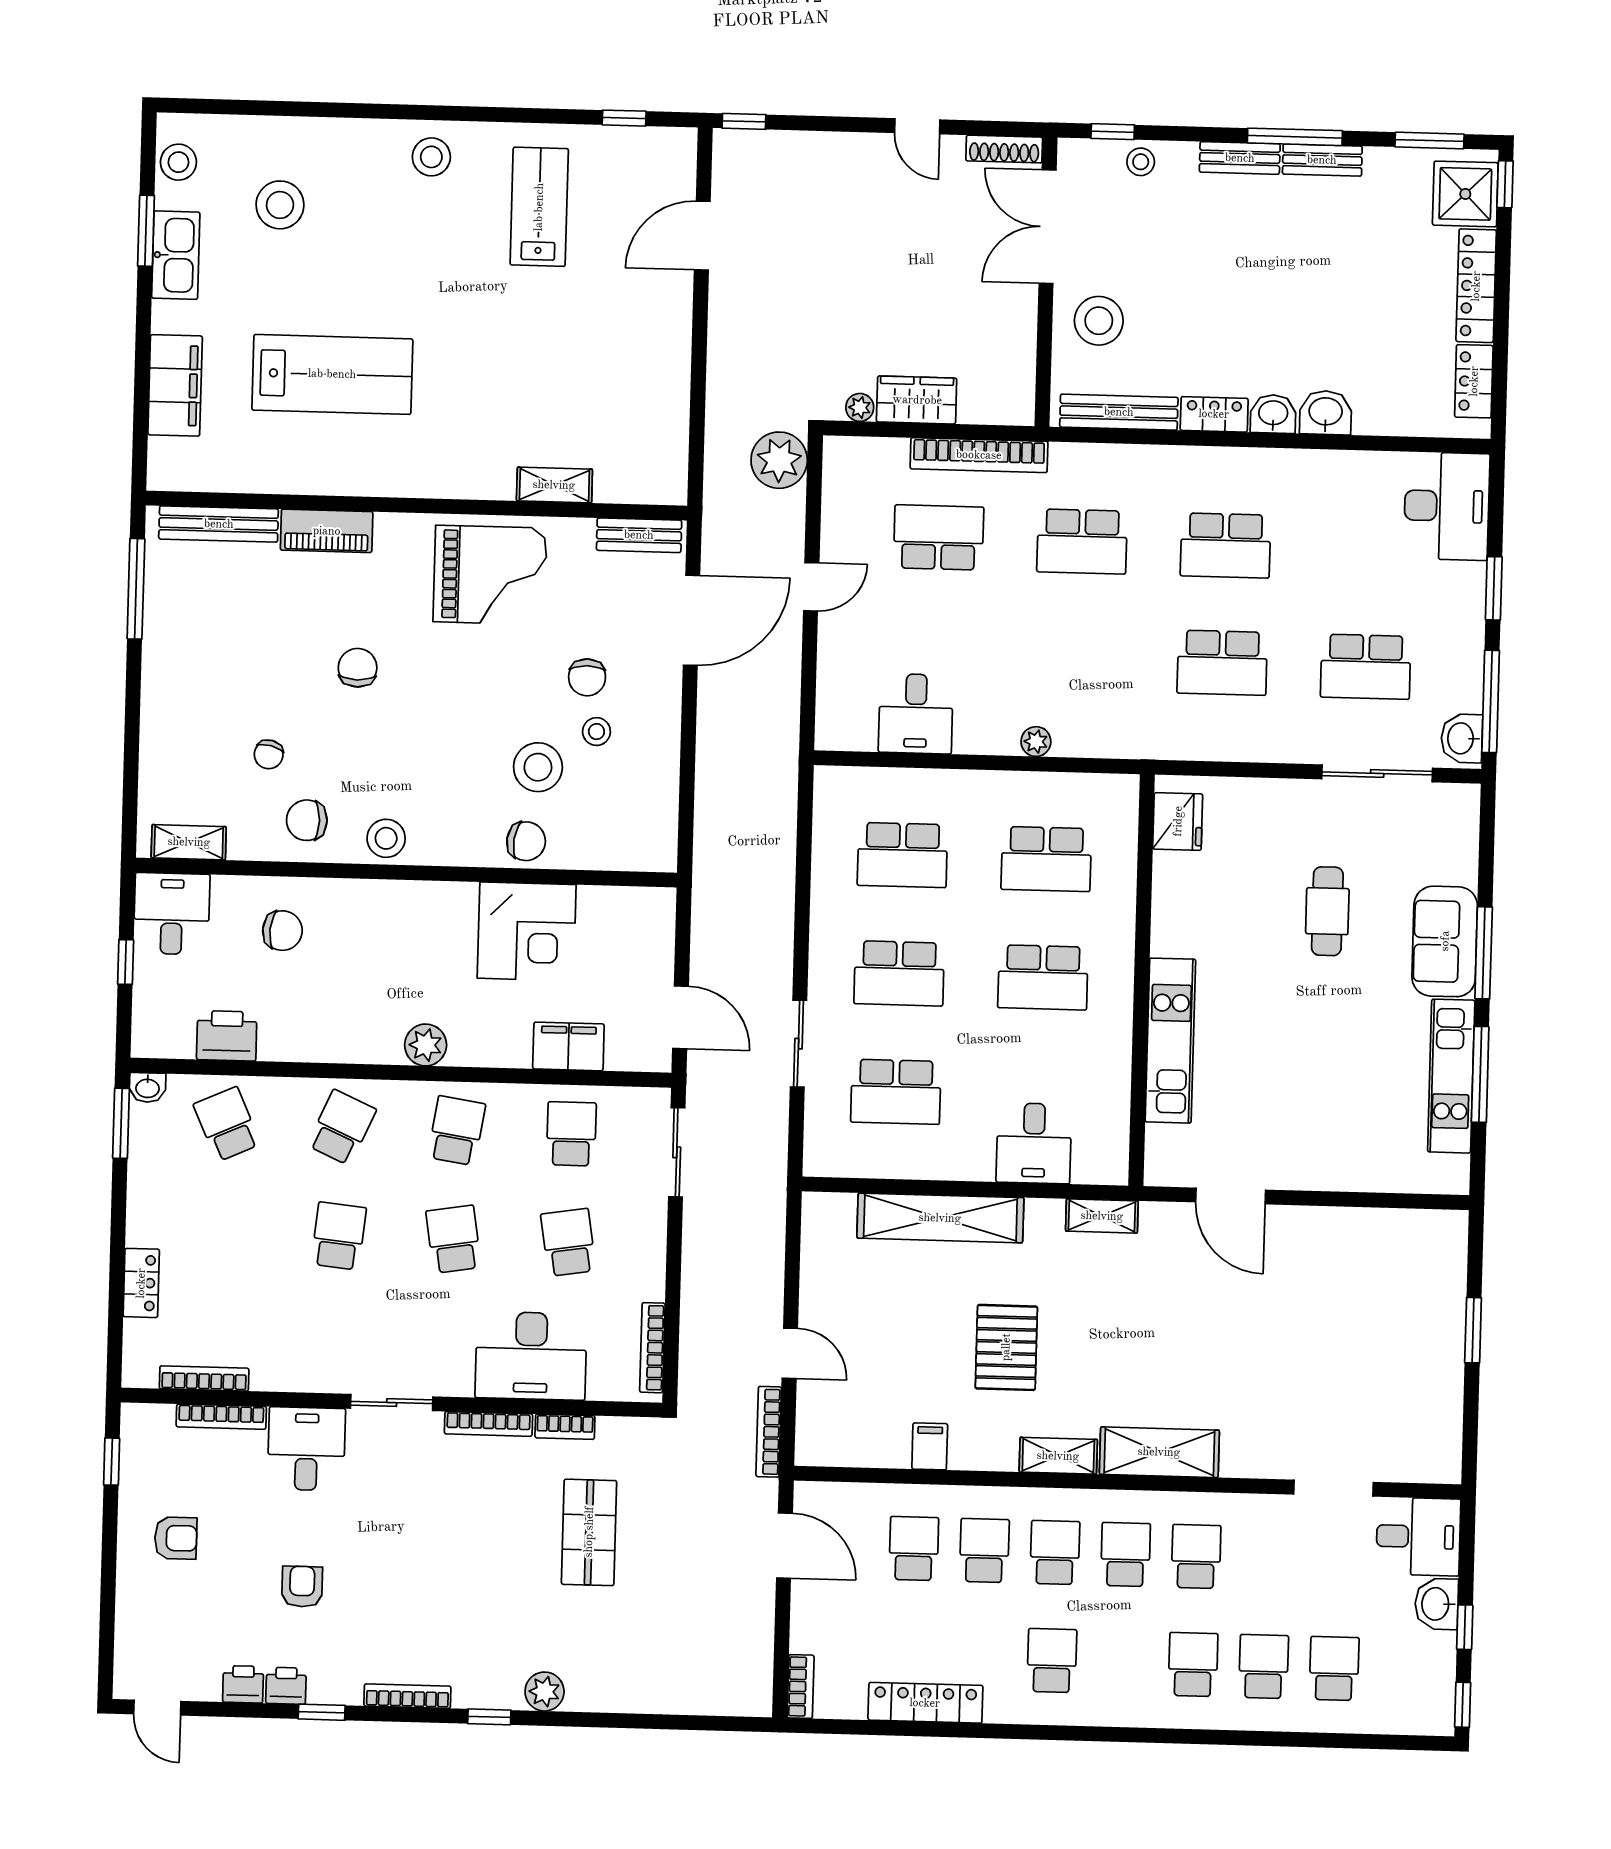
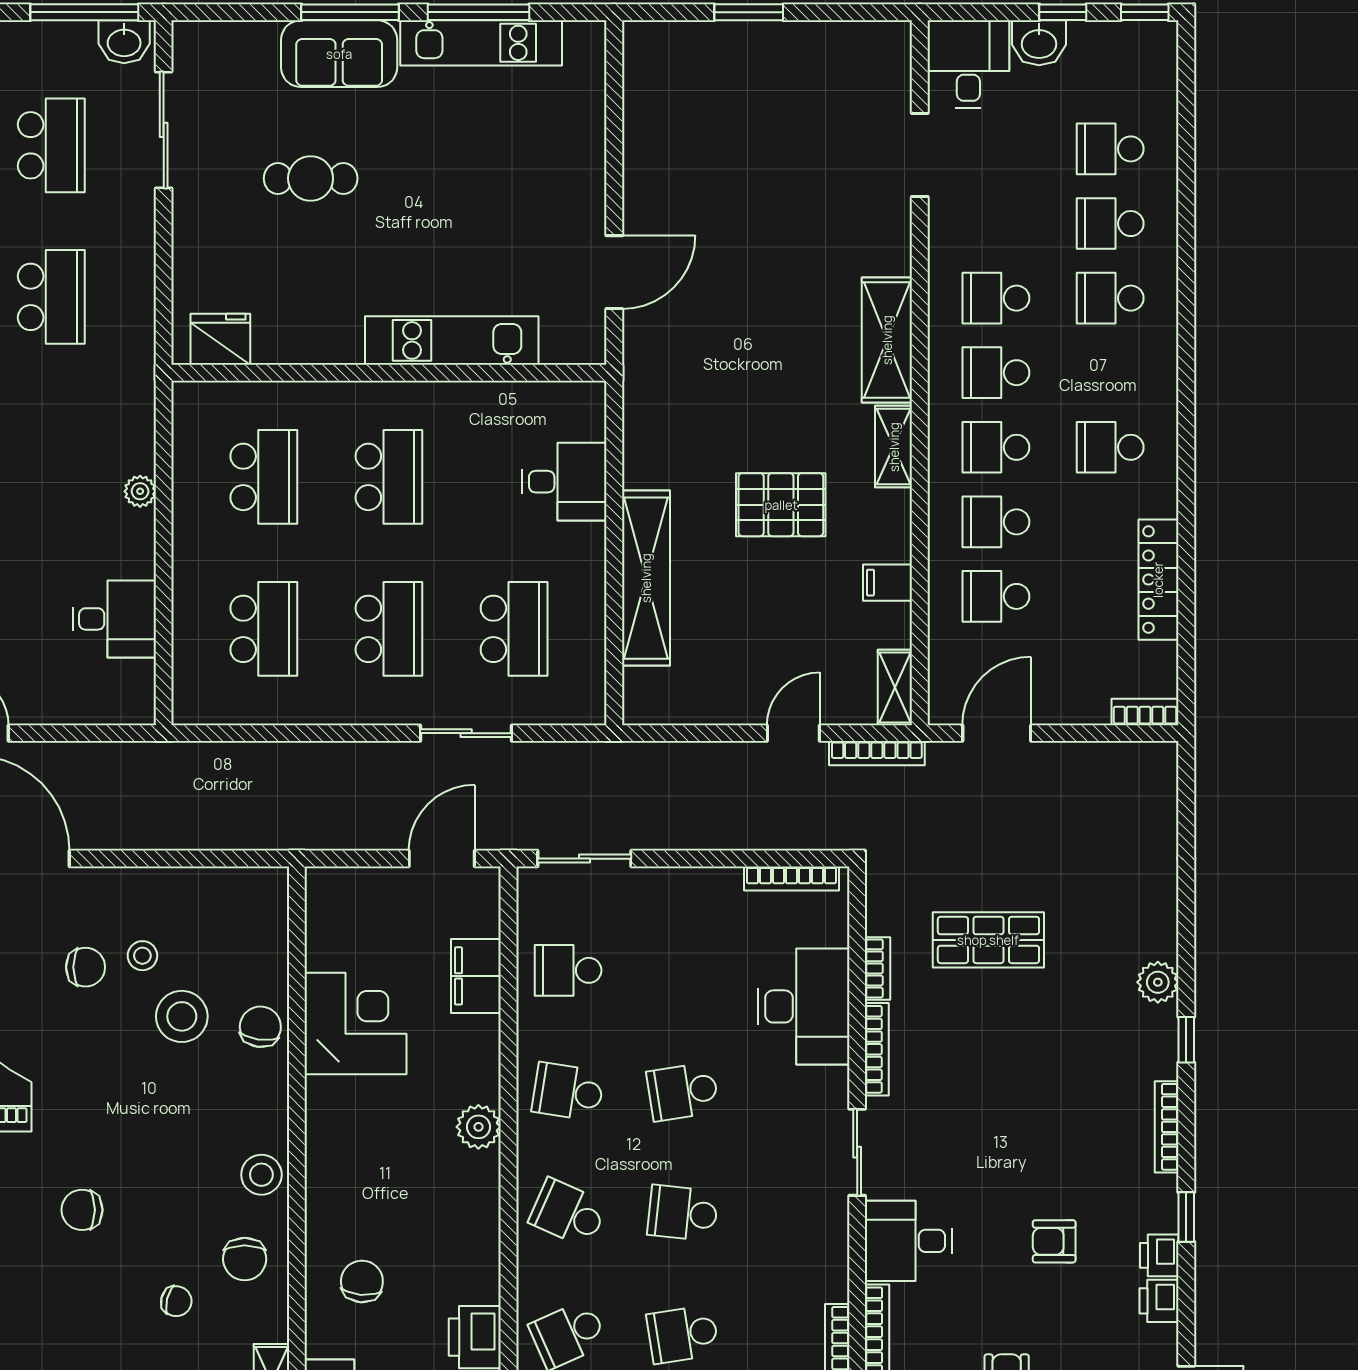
shelving: (1102, 1216) -> (895, 687), moved
school desk: (568, 1242) -> (683, 1334), moved

